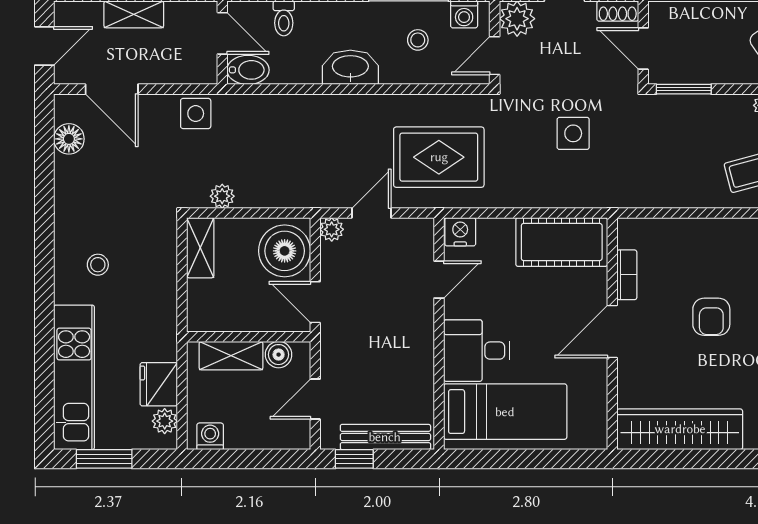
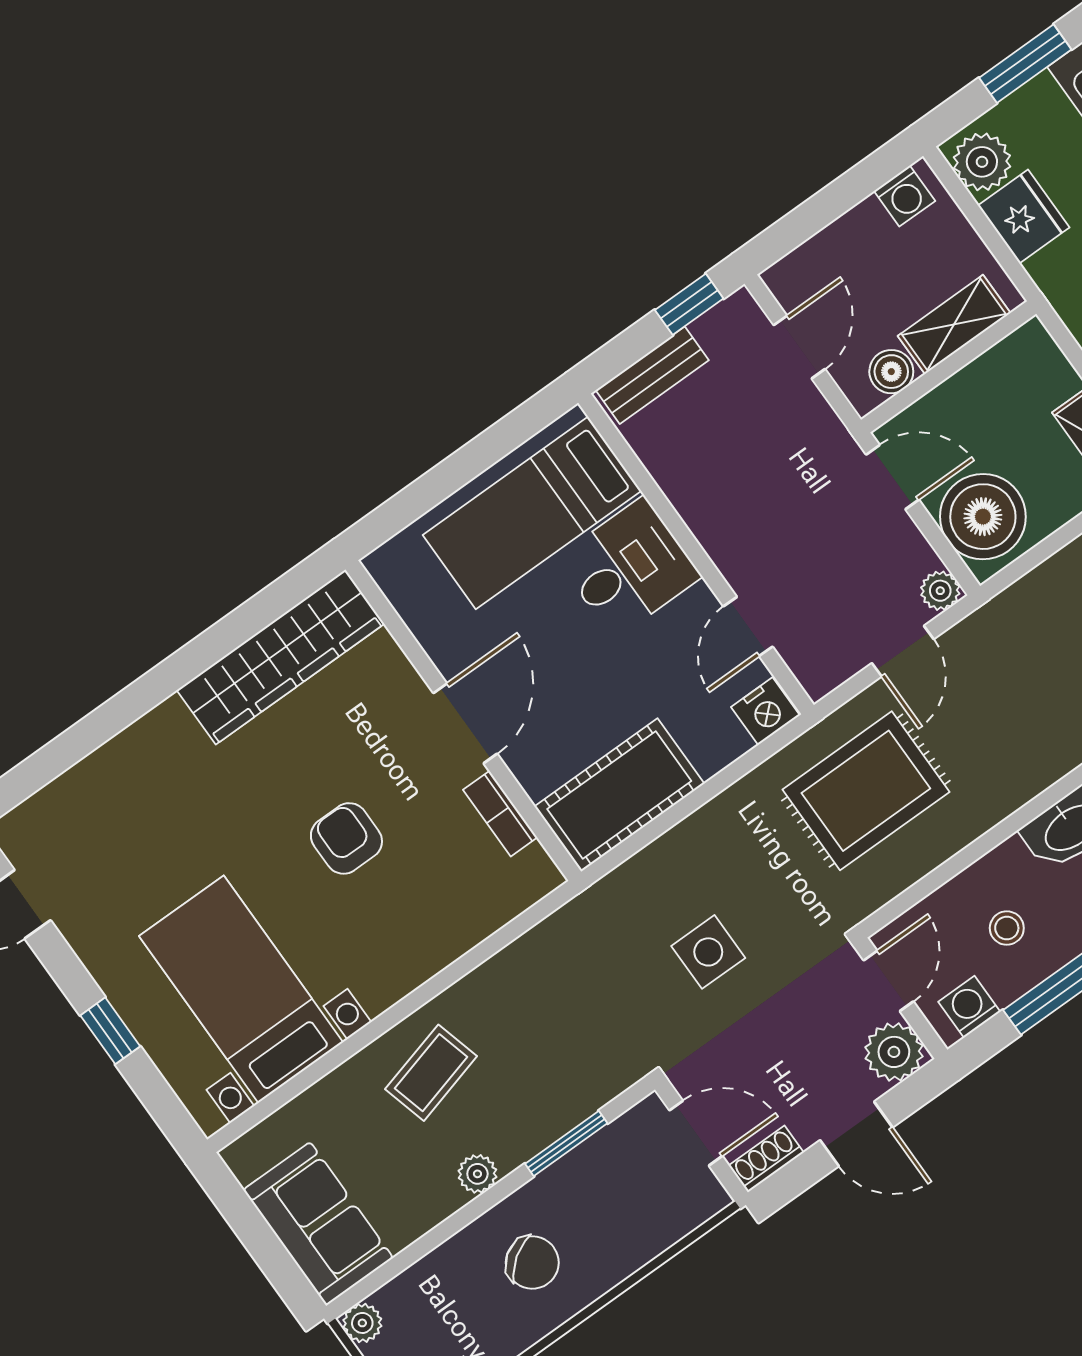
window: (684, 89) -> (566, 1143), moved
plant: (165, 421) -> (982, 162), width x1.38, depth x1.38
bench: (385, 437) -> (652, 375), width x0.73

